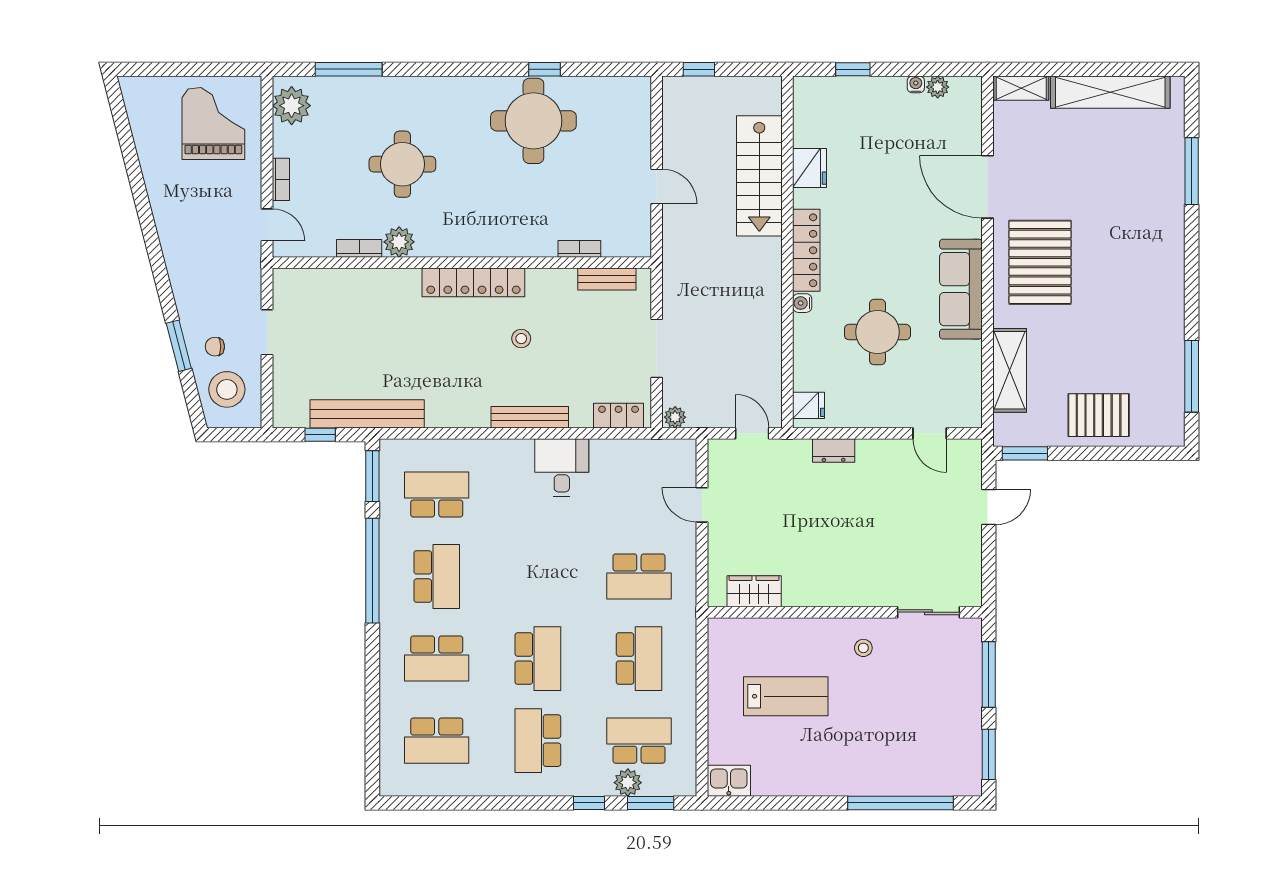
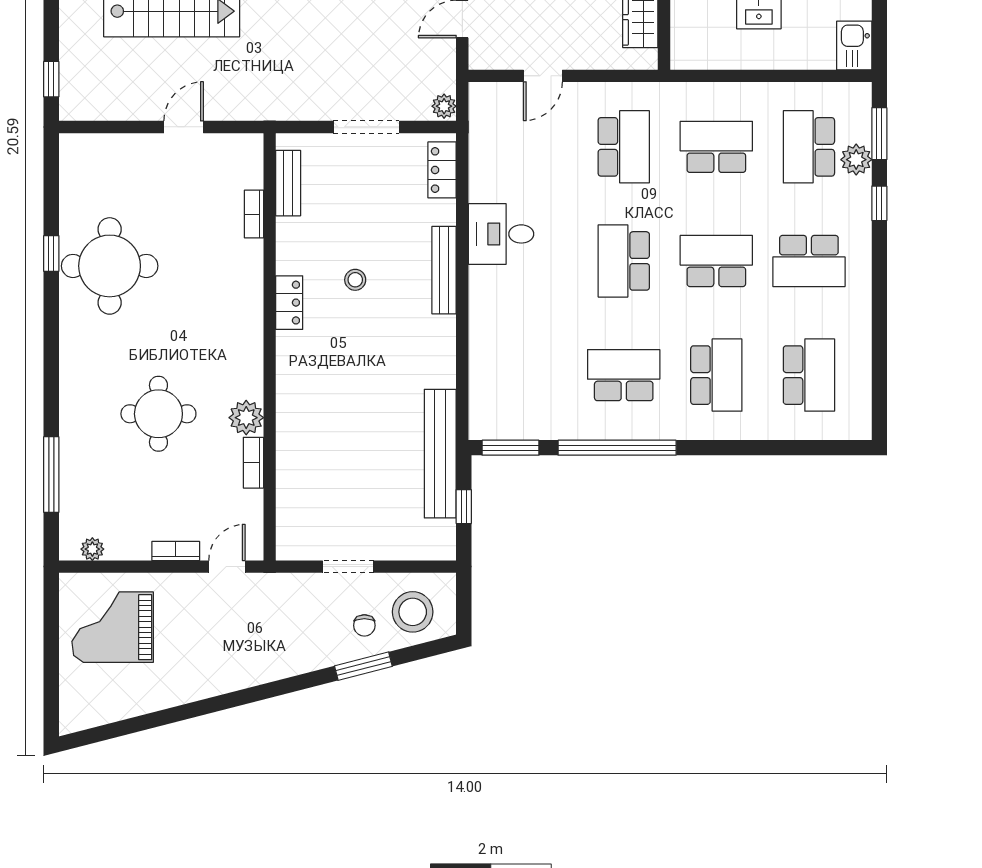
plant: (292, 106) -> (92, 549), width x0.53, depth x0.53
locker: (473, 282) -> (289, 303), width x0.46, depth x0.83
school desk: (437, 494) -> (624, 261), moved

